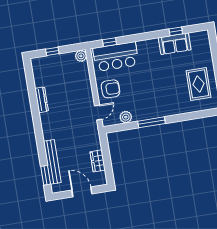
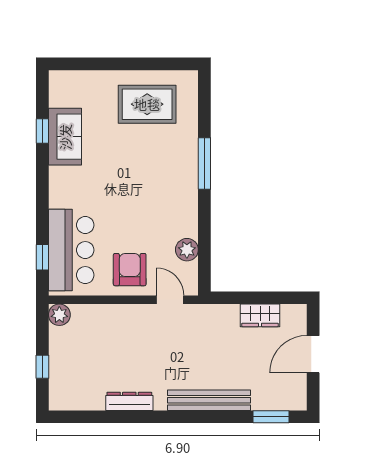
window: (152, 122) -> (204, 163), moved
bench: (52, 162) -> (209, 400), moved

